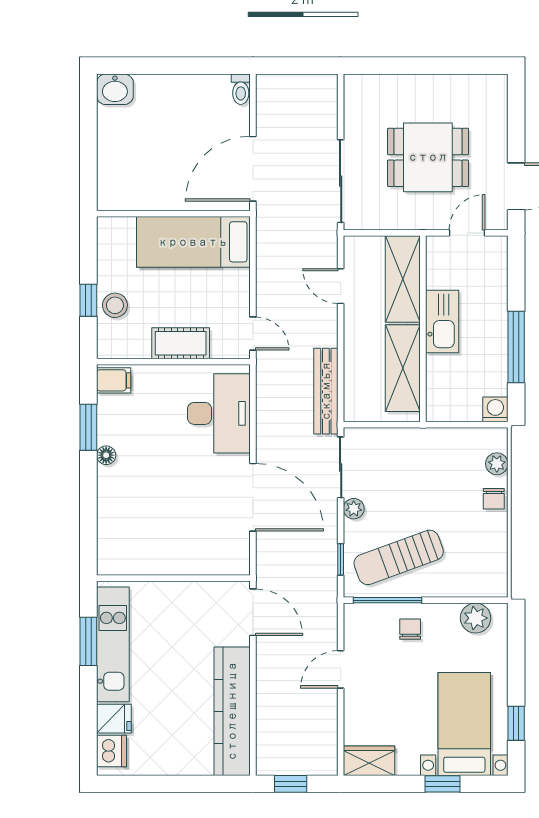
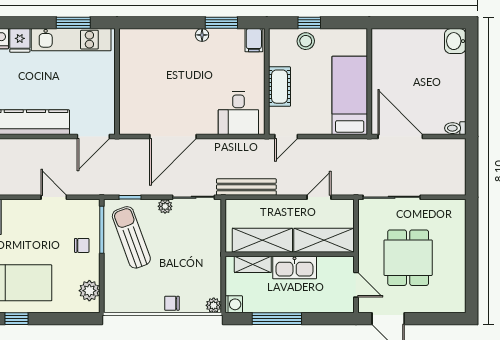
shelving: (438, 382) -> (253, 264), added
desk: (219, 413) -> (238, 113), width x0.73
plant: (497, 464) -> (214, 305), moved

